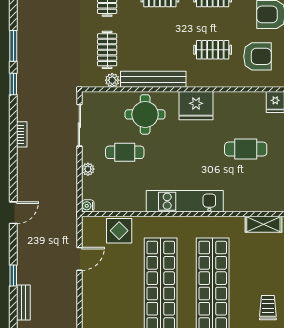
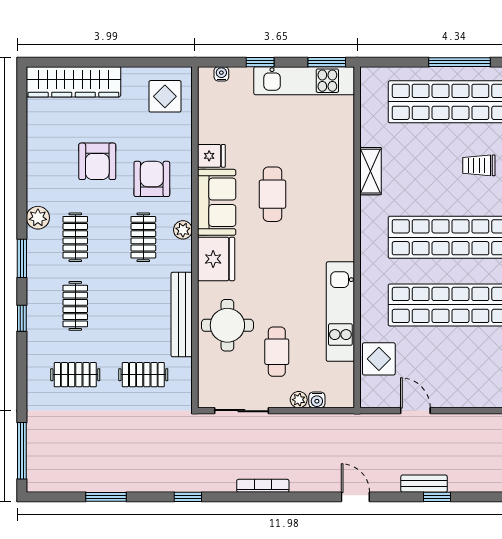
window: (13, 46) -> (106, 497), moved
plant: (112, 80) -> (183, 230), moved
sofa: (240, 106) -> (217, 202), added
bookcase: (22, 134) -> (263, 486), width x1.56
kitchen unit: (185, 201) -> (340, 312), moved
water cooler: (88, 206) -> (317, 400), moved
bench: (23, 302) -> (424, 484), moved

